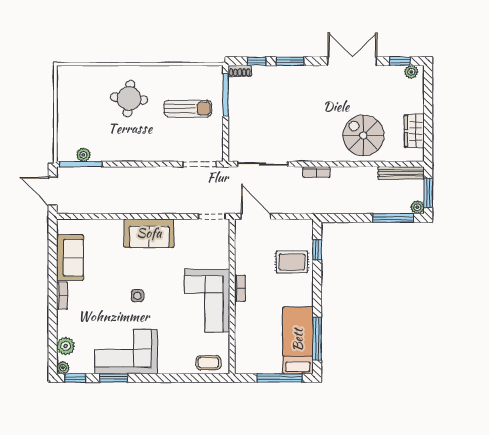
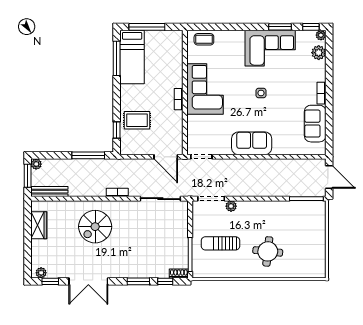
spiral stairs: (363, 135) -> (95, 227), moved, turned 90
plant: (83, 155) -> (231, 206), moved
window: (393, 218) -> (88, 155), moved

